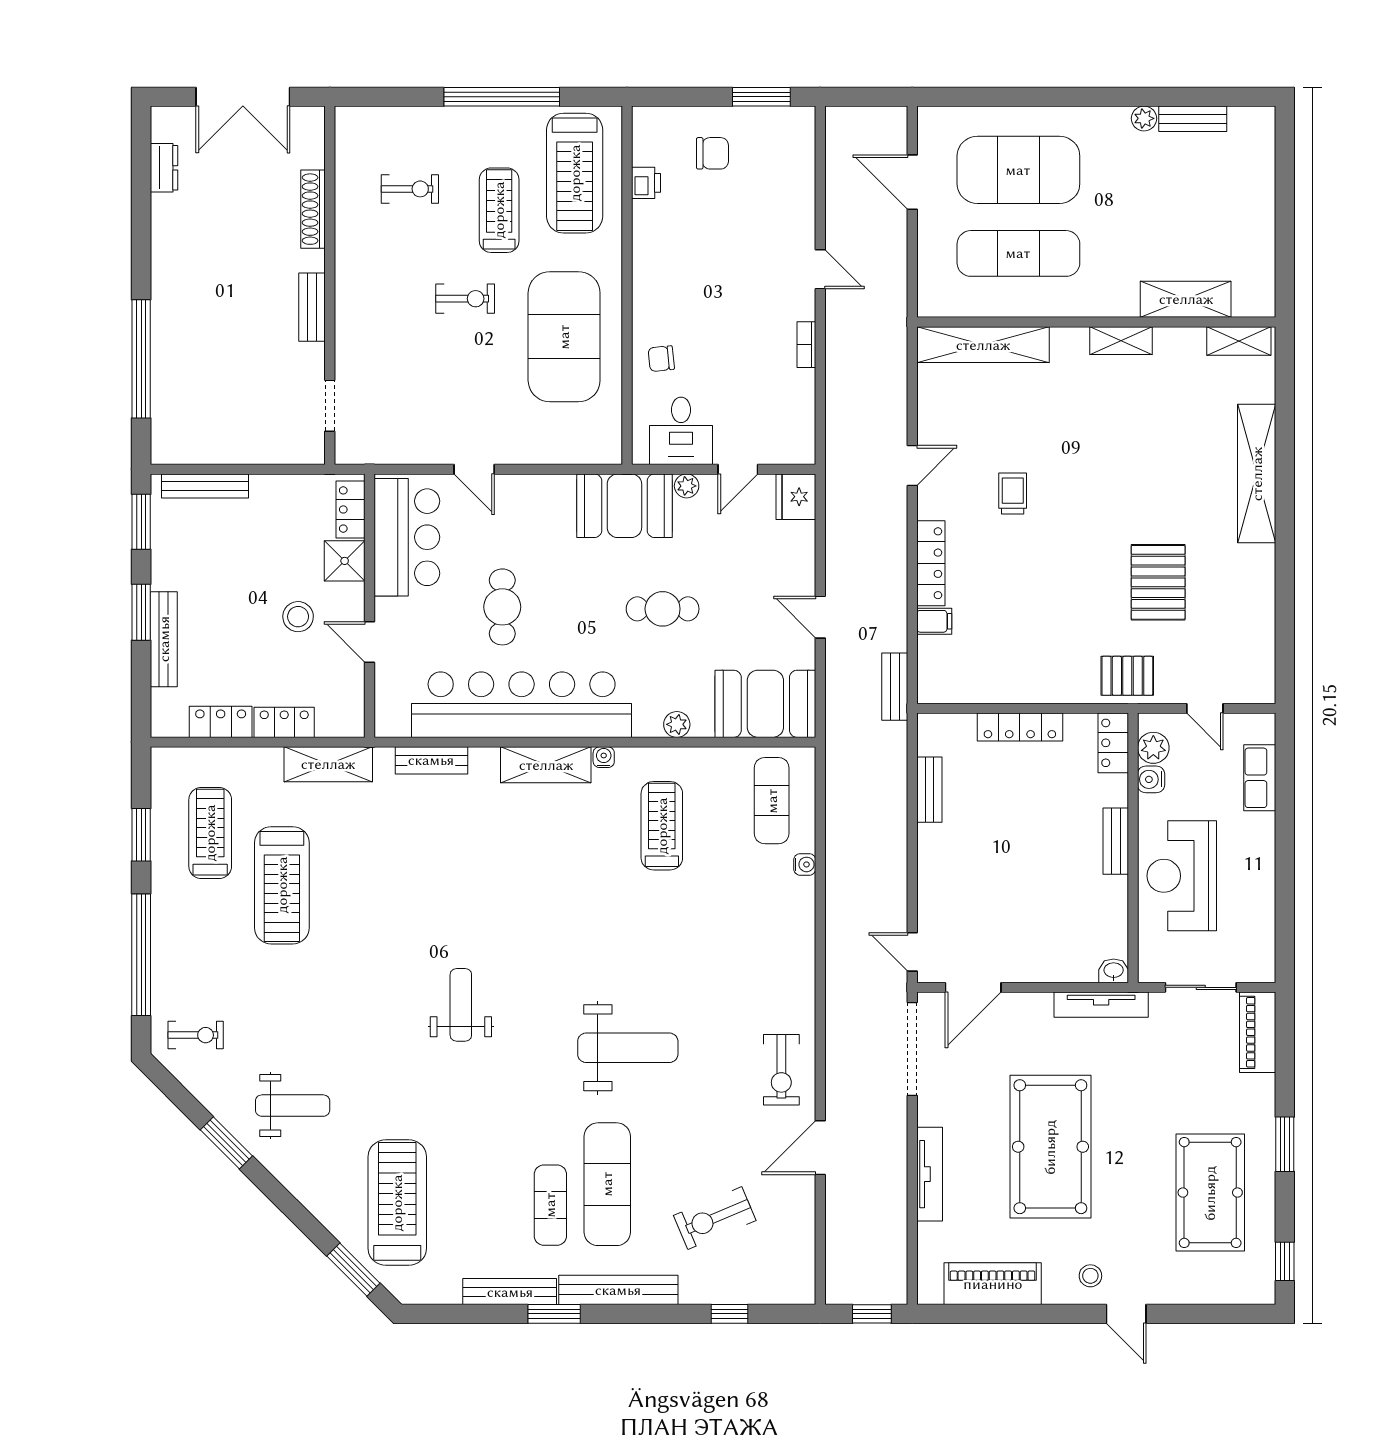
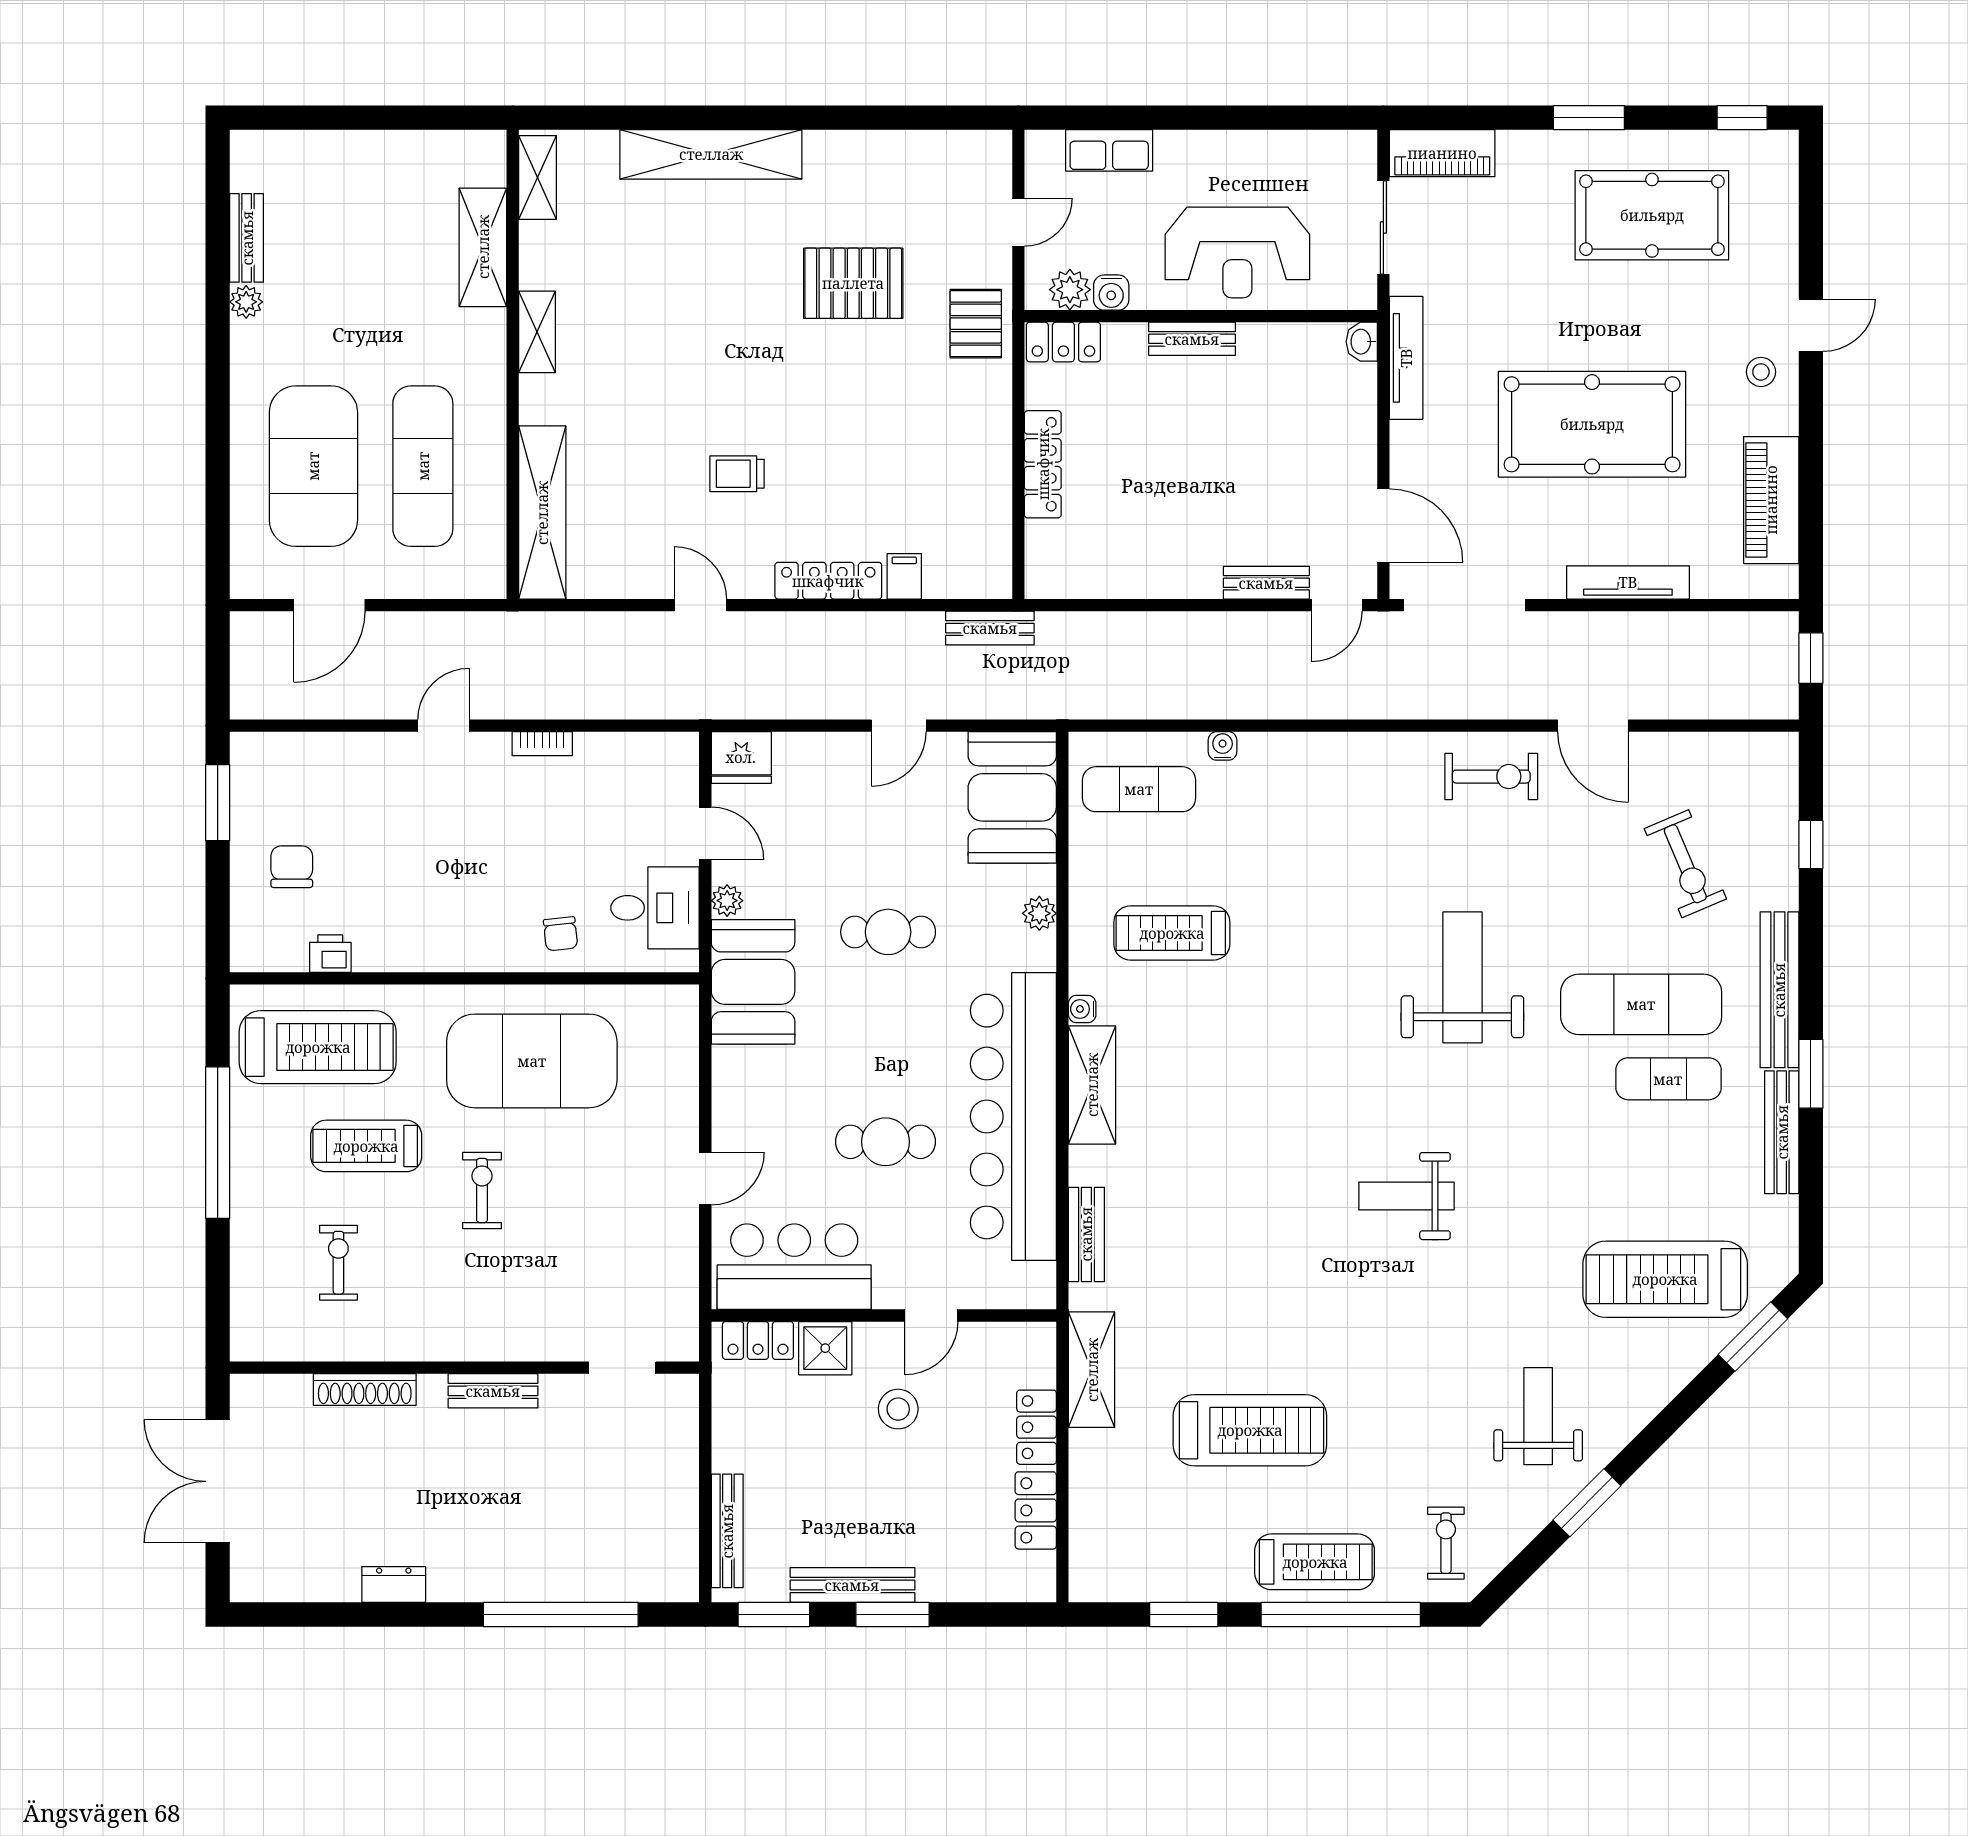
double door: (243, 97) -> (218, 1481), swing flipped
dresser: (164, 168) -> (394, 1585), moved
cafe table: (663, 609) -> (888, 932), turned 90
bench: (164, 639) -> (852, 1585), moved
bench: (929, 790) -> (1266, 583), moved
treadmill: (210, 833) -> (1315, 1562), moved, turned 180

